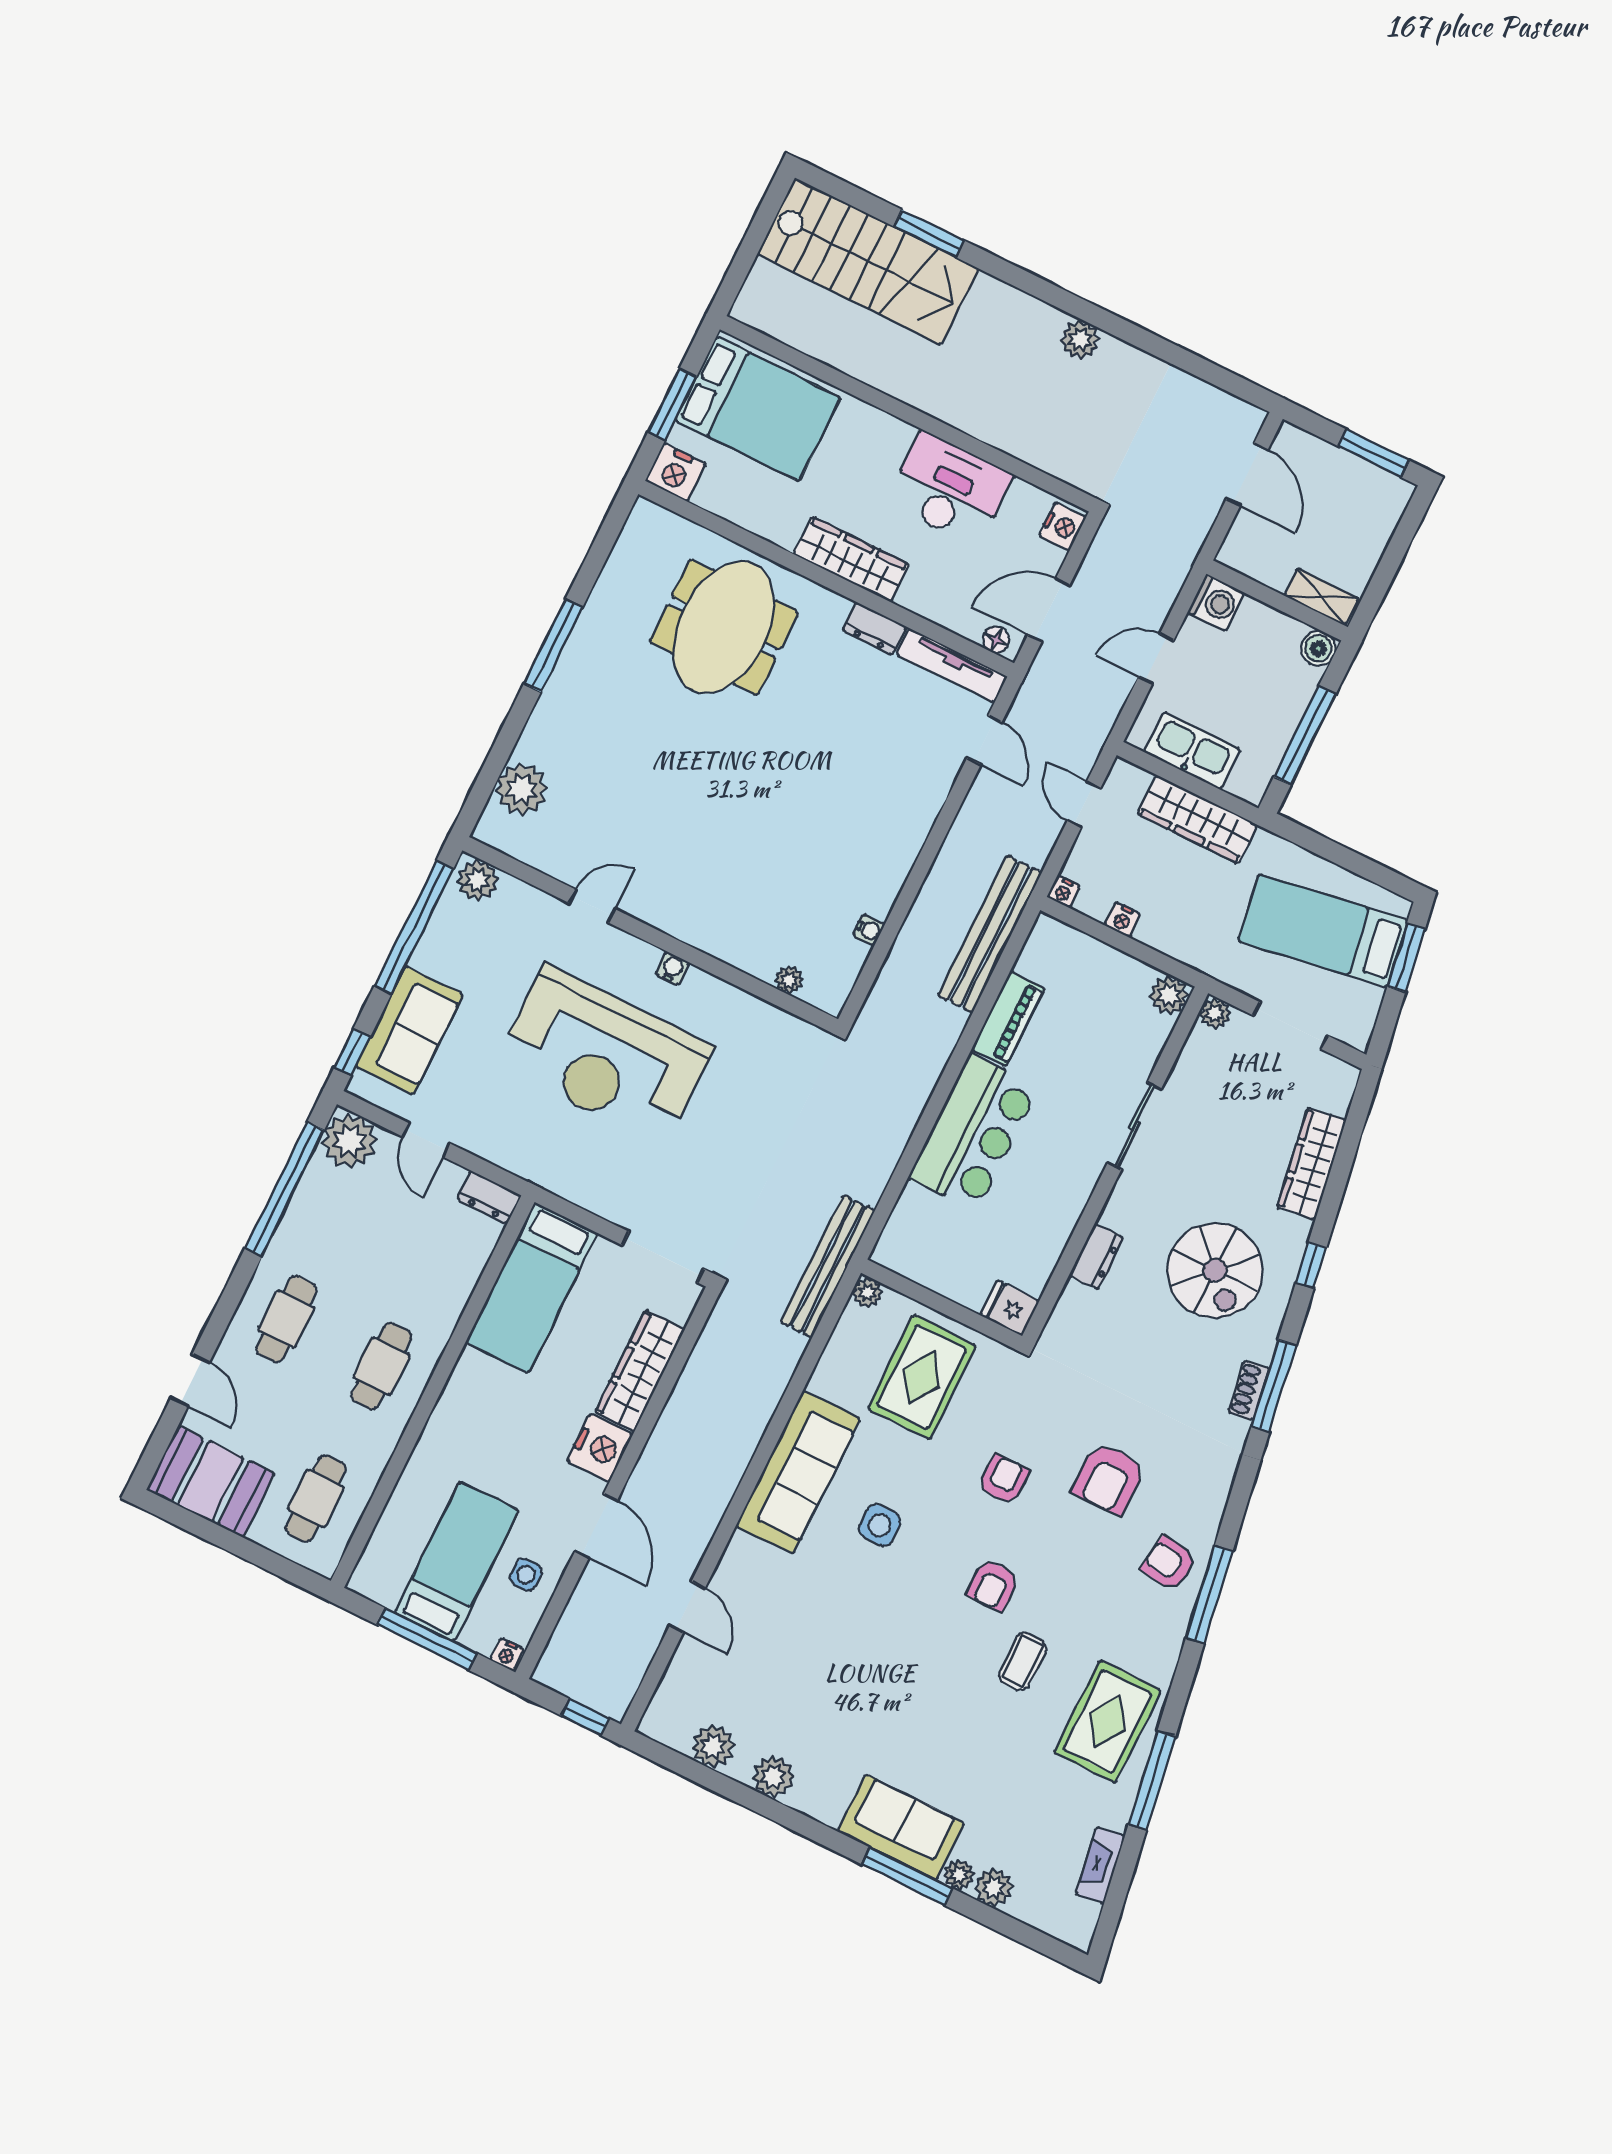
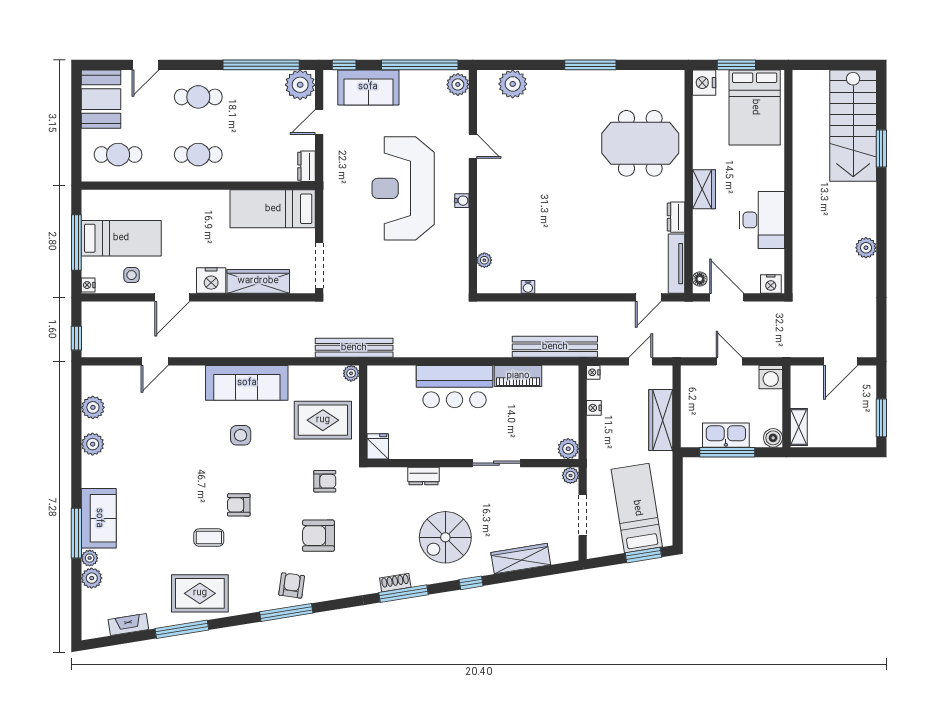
wardrobe: (851, 559) -> (704, 189), width x0.67
kitchen sink: (1192, 751) -> (726, 435), moved, turned -90
armchair: (1004, 1479) -> (325, 481), moved

